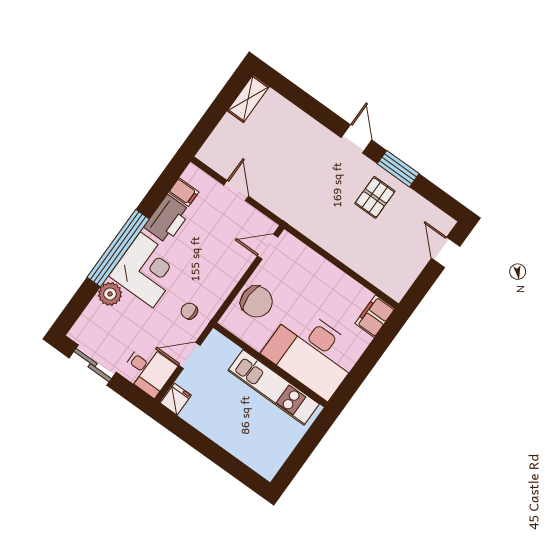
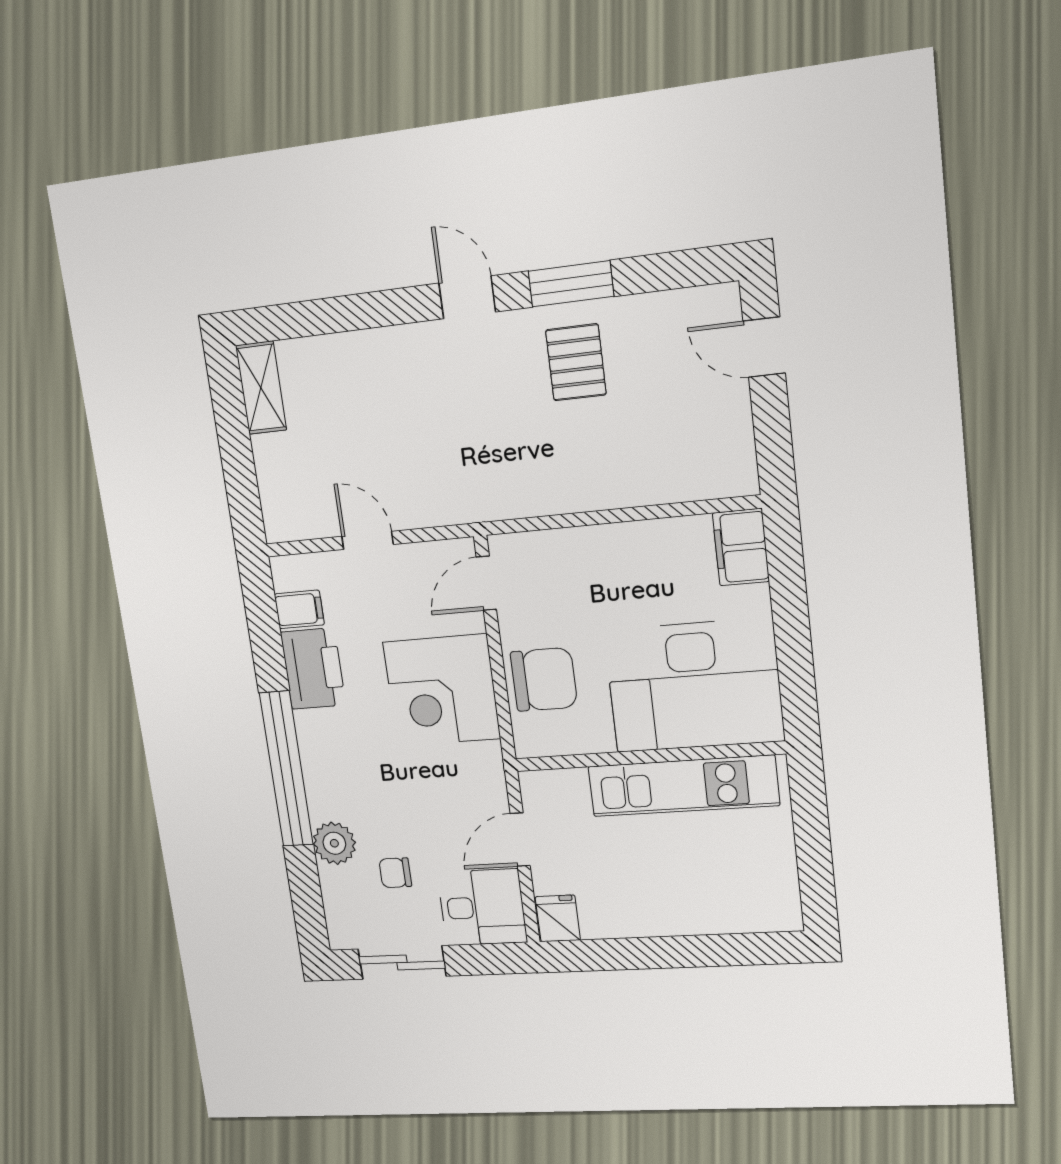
corner desk: (147, 270) -> (442, 690), moved, turned 180
chair: (189, 311) -> (395, 873), moved

